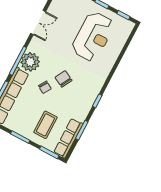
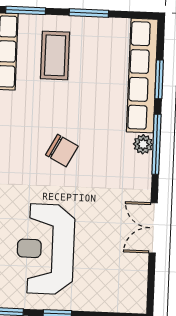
plant: (30, 62) -> (143, 144), width x0.53, depth x0.53
chair: (45, 87) -> (87, 120), removed

